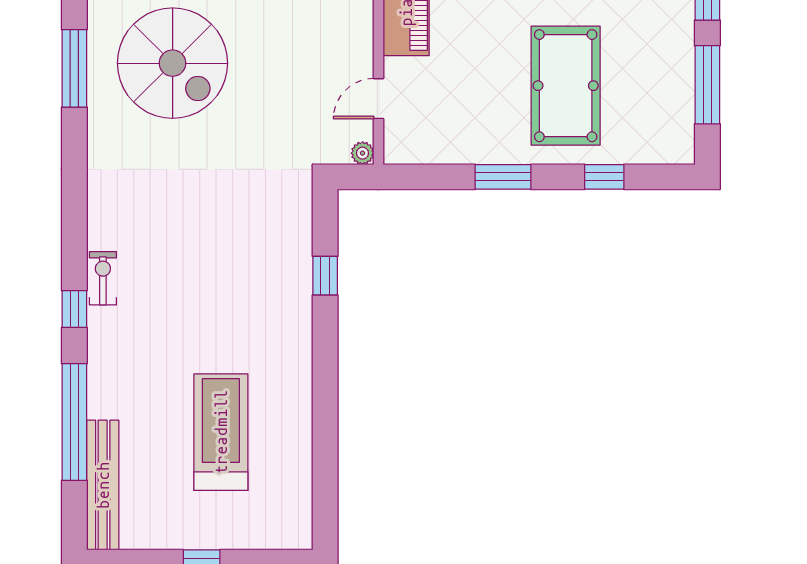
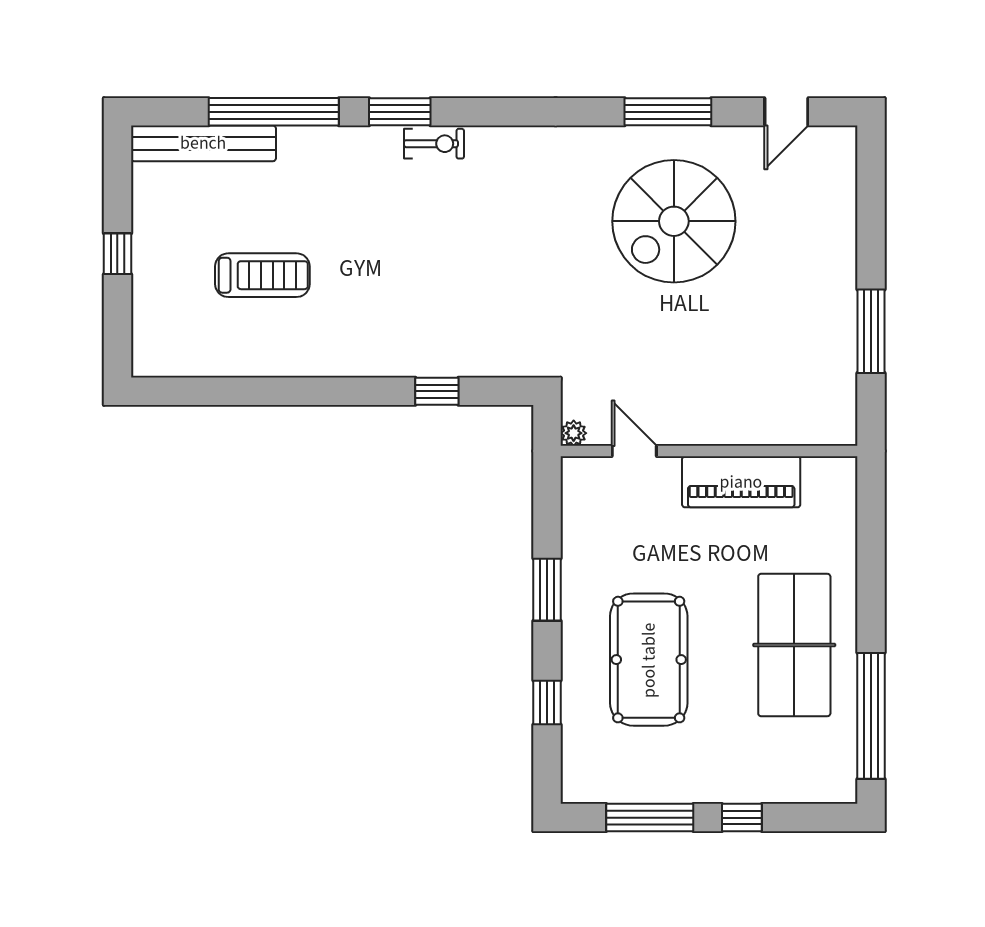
pool table: (566, 86) -> (649, 660), turned 90
window: (74, 309) -> (400, 112), width x1.50
treadmill: (221, 432) -> (262, 275), width x0.73, depth x0.73

